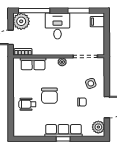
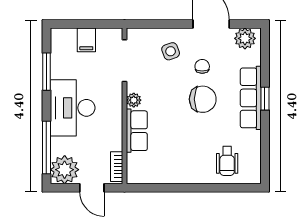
filing cabinet: (97, 22) -> (86, 40), moved
desk: (57, 26) -> (73, 108), width x1.37
row of seats: (33, 64) -> (137, 131), moved
chair: (49, 96) -> (203, 99), moved
wheelchair: (27, 104) -> (227, 161), moved

